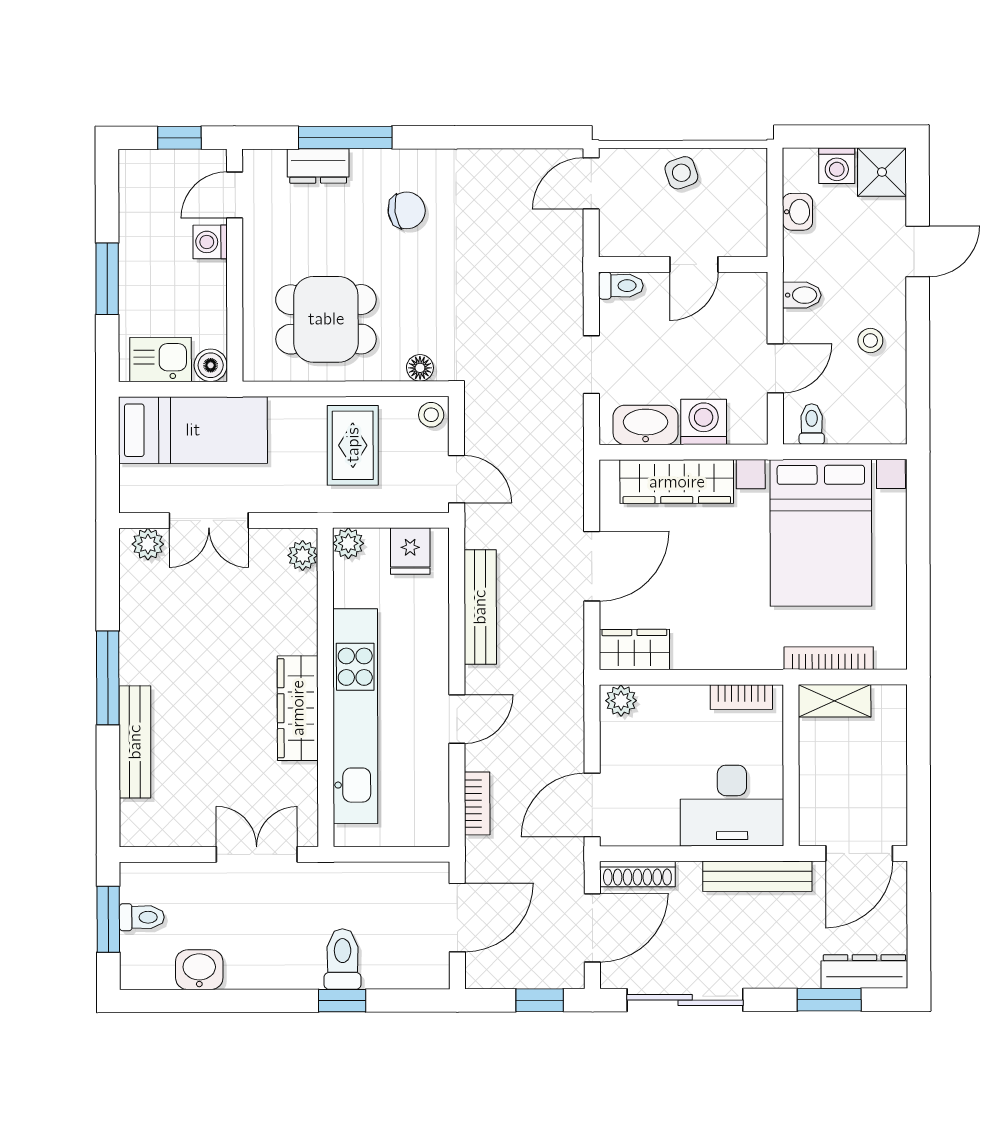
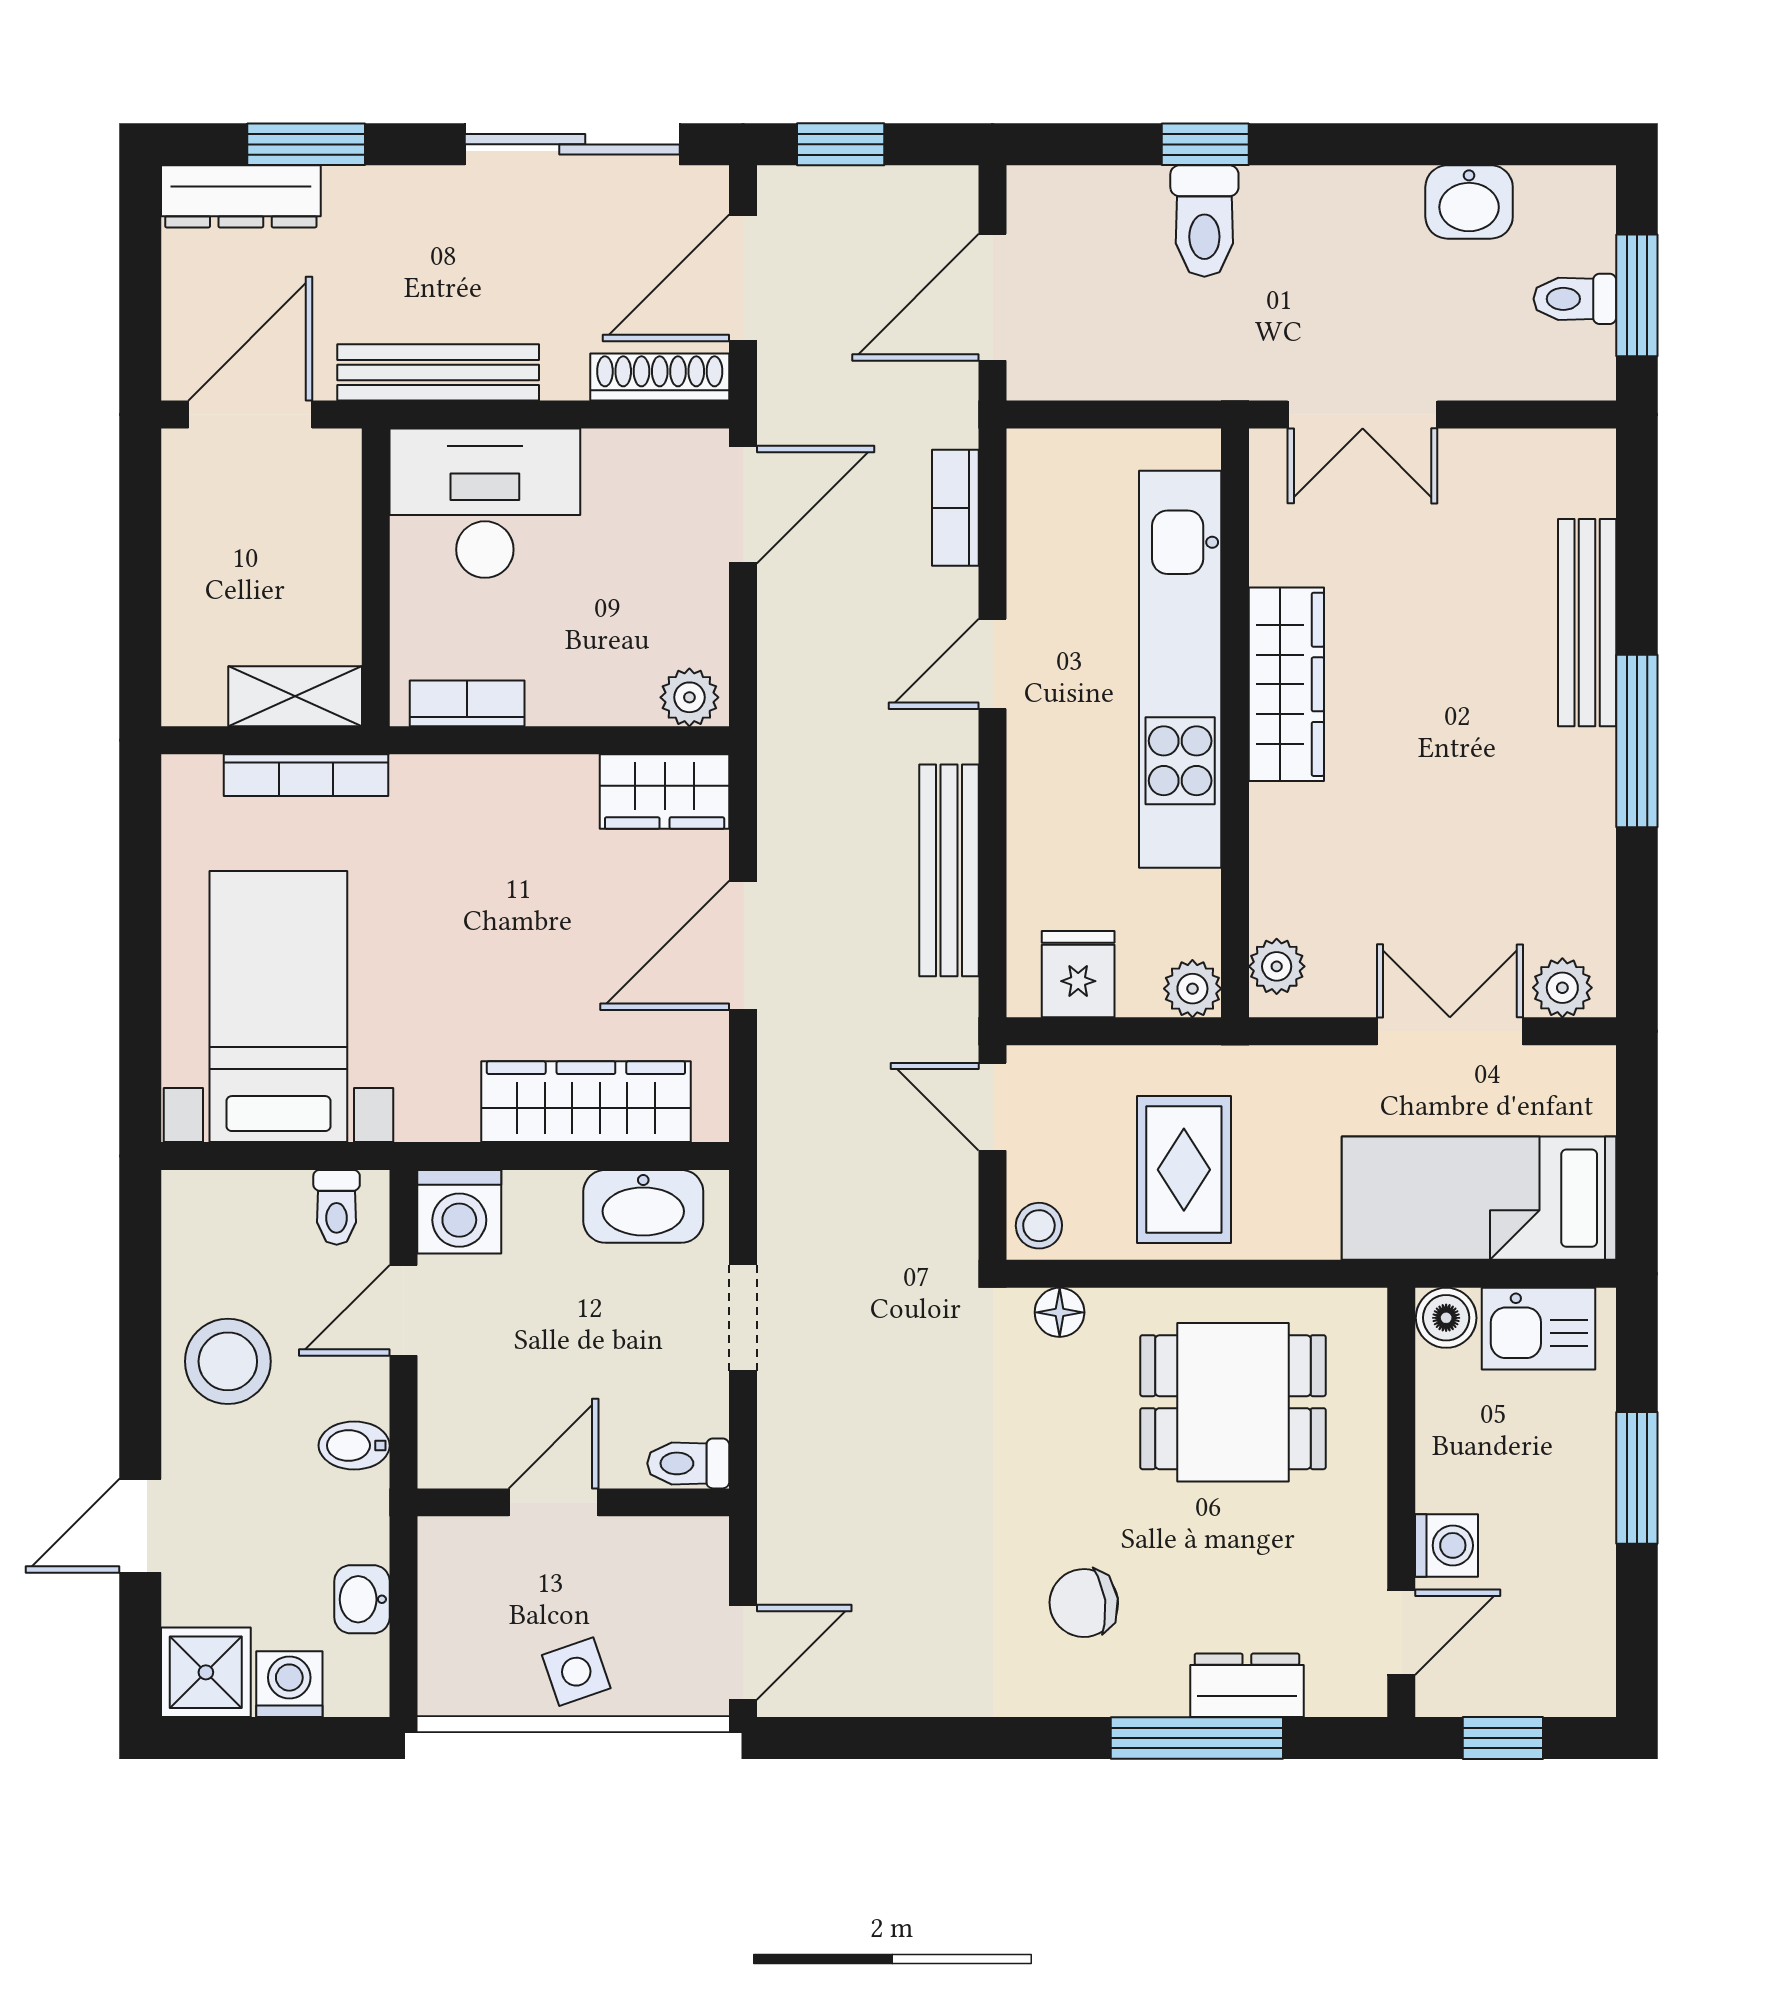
stool: (870, 340) -> (228, 1361), width x1.89, depth x1.89
washing machine: (704, 422) -> (459, 1212), moved
bed with nightstands: (821, 533) -> (278, 1006), width x0.73

